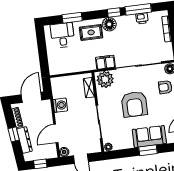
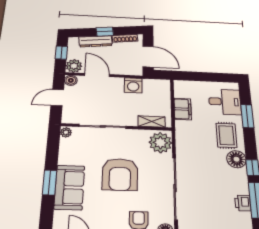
filing cabinet: (105, 62) -> (183, 109), moved
armchair: (134, 104) -> (120, 174), turned -90
plant: (51, 152) -> (74, 66), added

